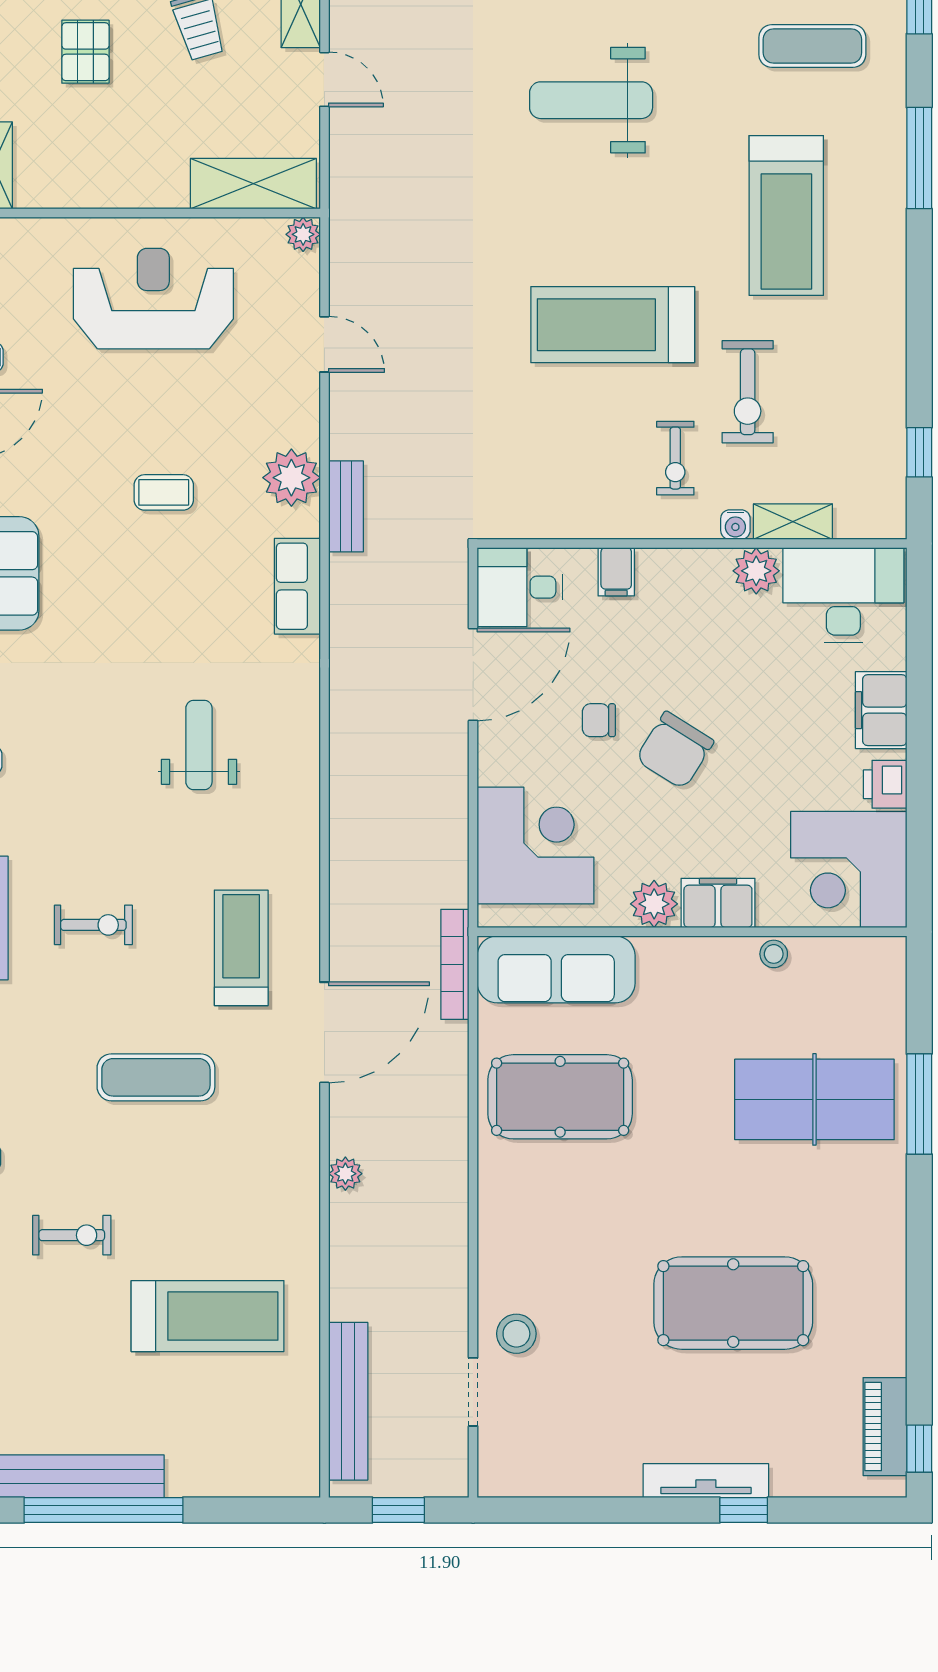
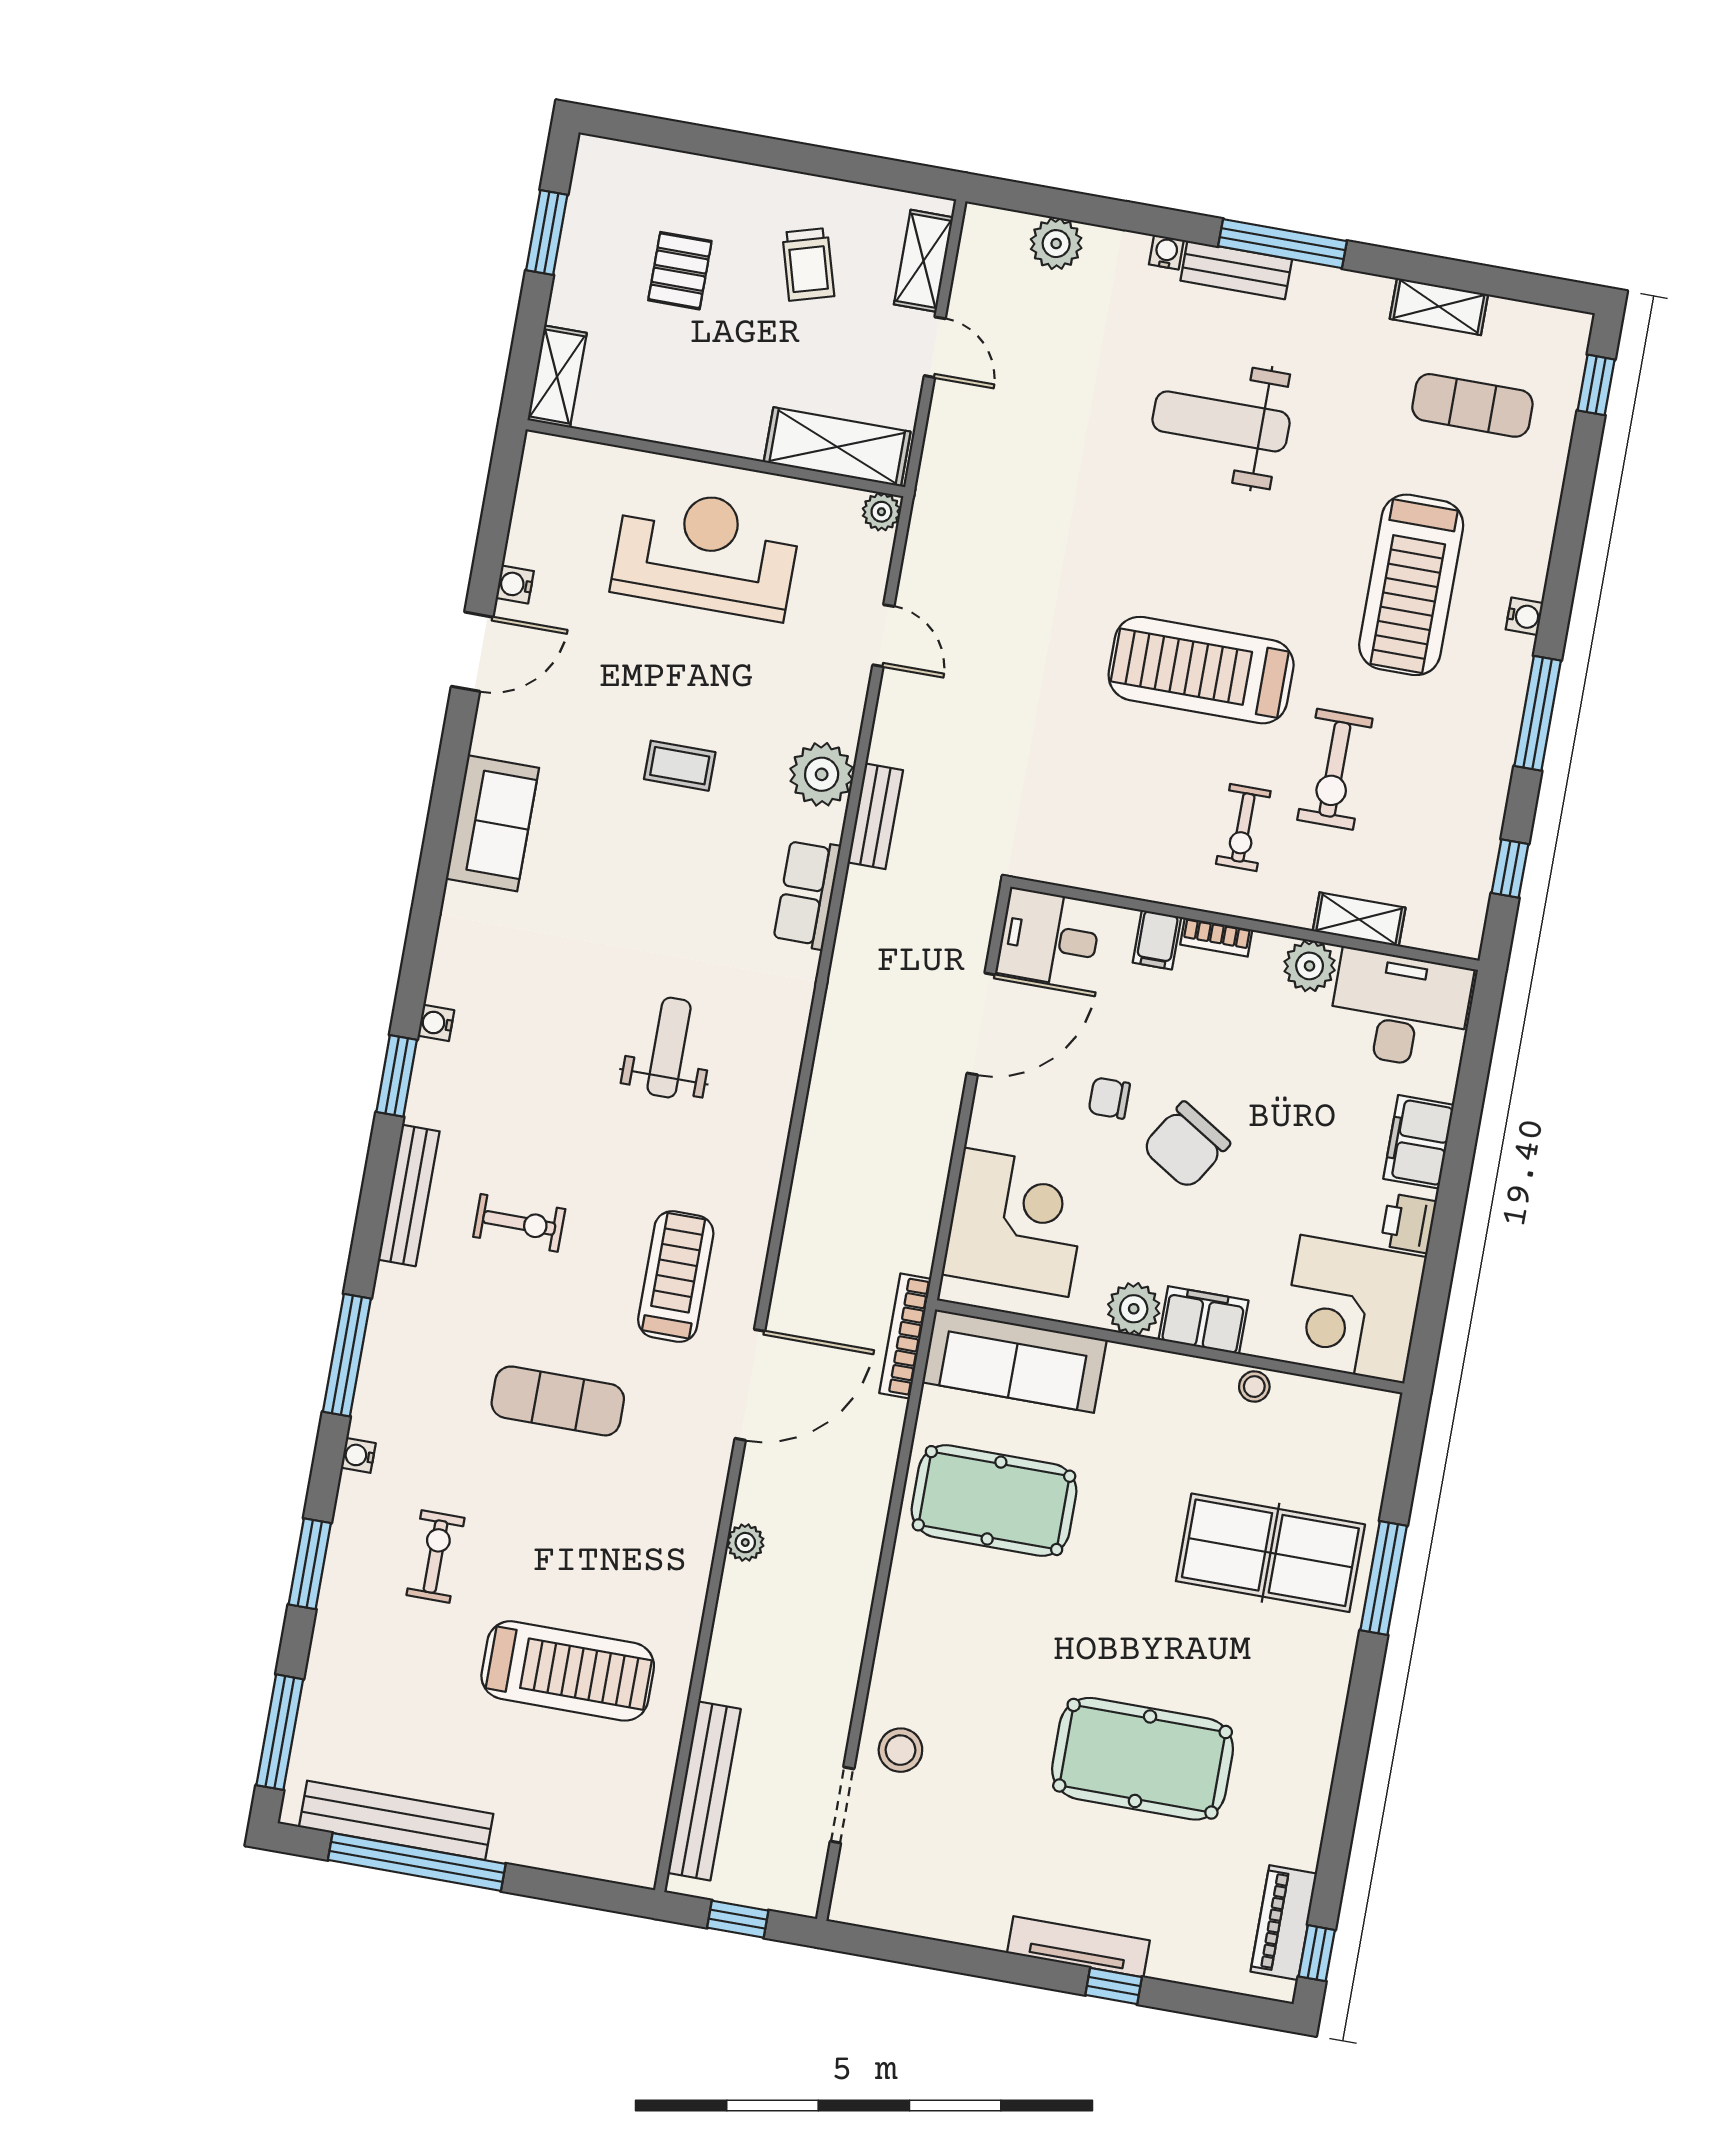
window: (919, 158) -> (1538, 713), moved
water cooler: (735, 525) -> (1524, 616), moved, turned -90
bookcase: (669, 560) -> (1216, 937), added
exercise bike: (72, 1235) -> (435, 1557), turned -90

